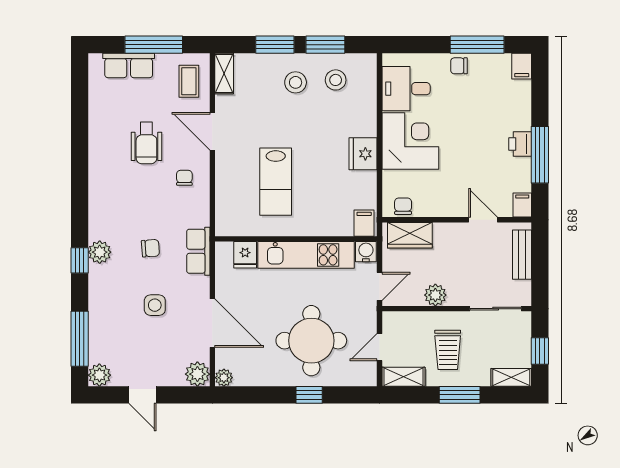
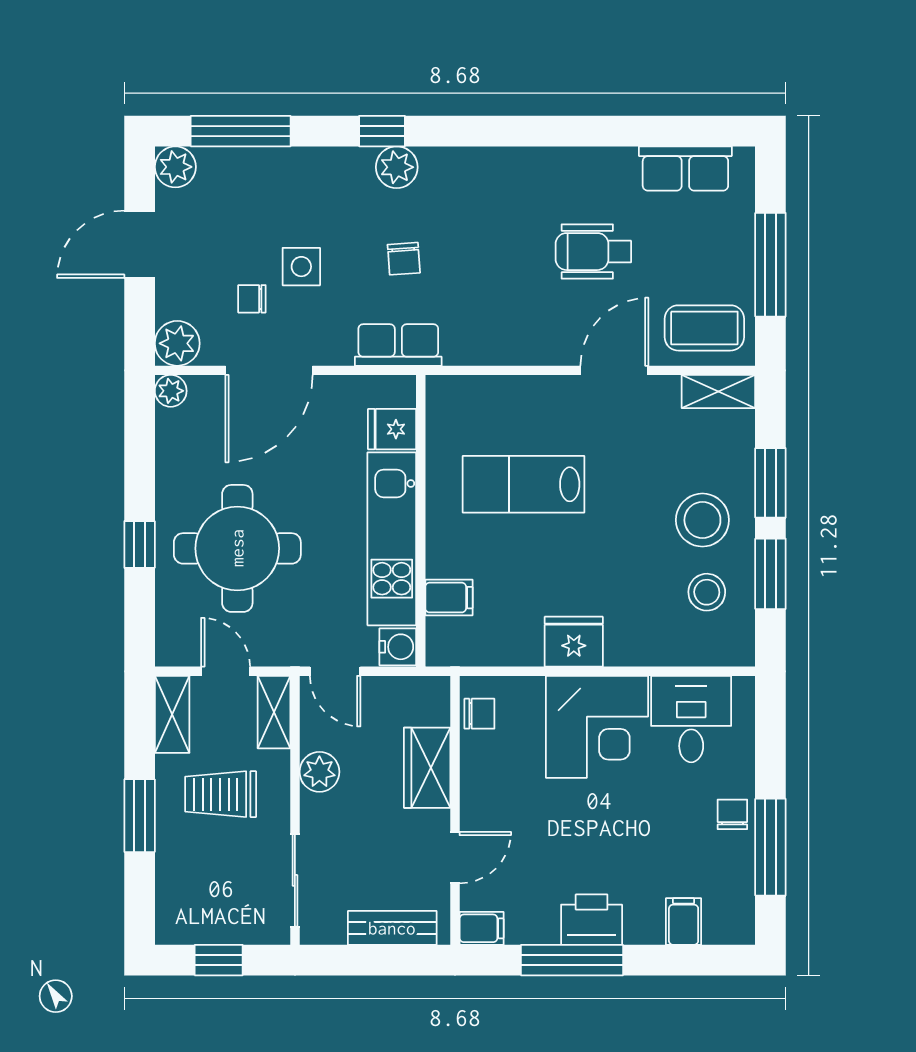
row of seats: (129, 65) -> (685, 169), moved, turned -90
filing cabinet: (522, 66) -> (684, 921), moved, turned 90
coffee table: (189, 81) -> (704, 328), width x1.36, depth x1.30
stool: (296, 82) -> (702, 520), width x1.38, depth x1.38
printer: (520, 144) -> (592, 920), width x1.36, depth x1.24
chair: (184, 178) -> (252, 299), moved, turned 180
filing cabinet: (364, 223) -> (449, 598), moved
wardrobe: (410, 235) -> (427, 768), moved
shelving: (511, 377) -> (274, 712), moved
door: (142, 395) -> (140, 244), width x1.38

